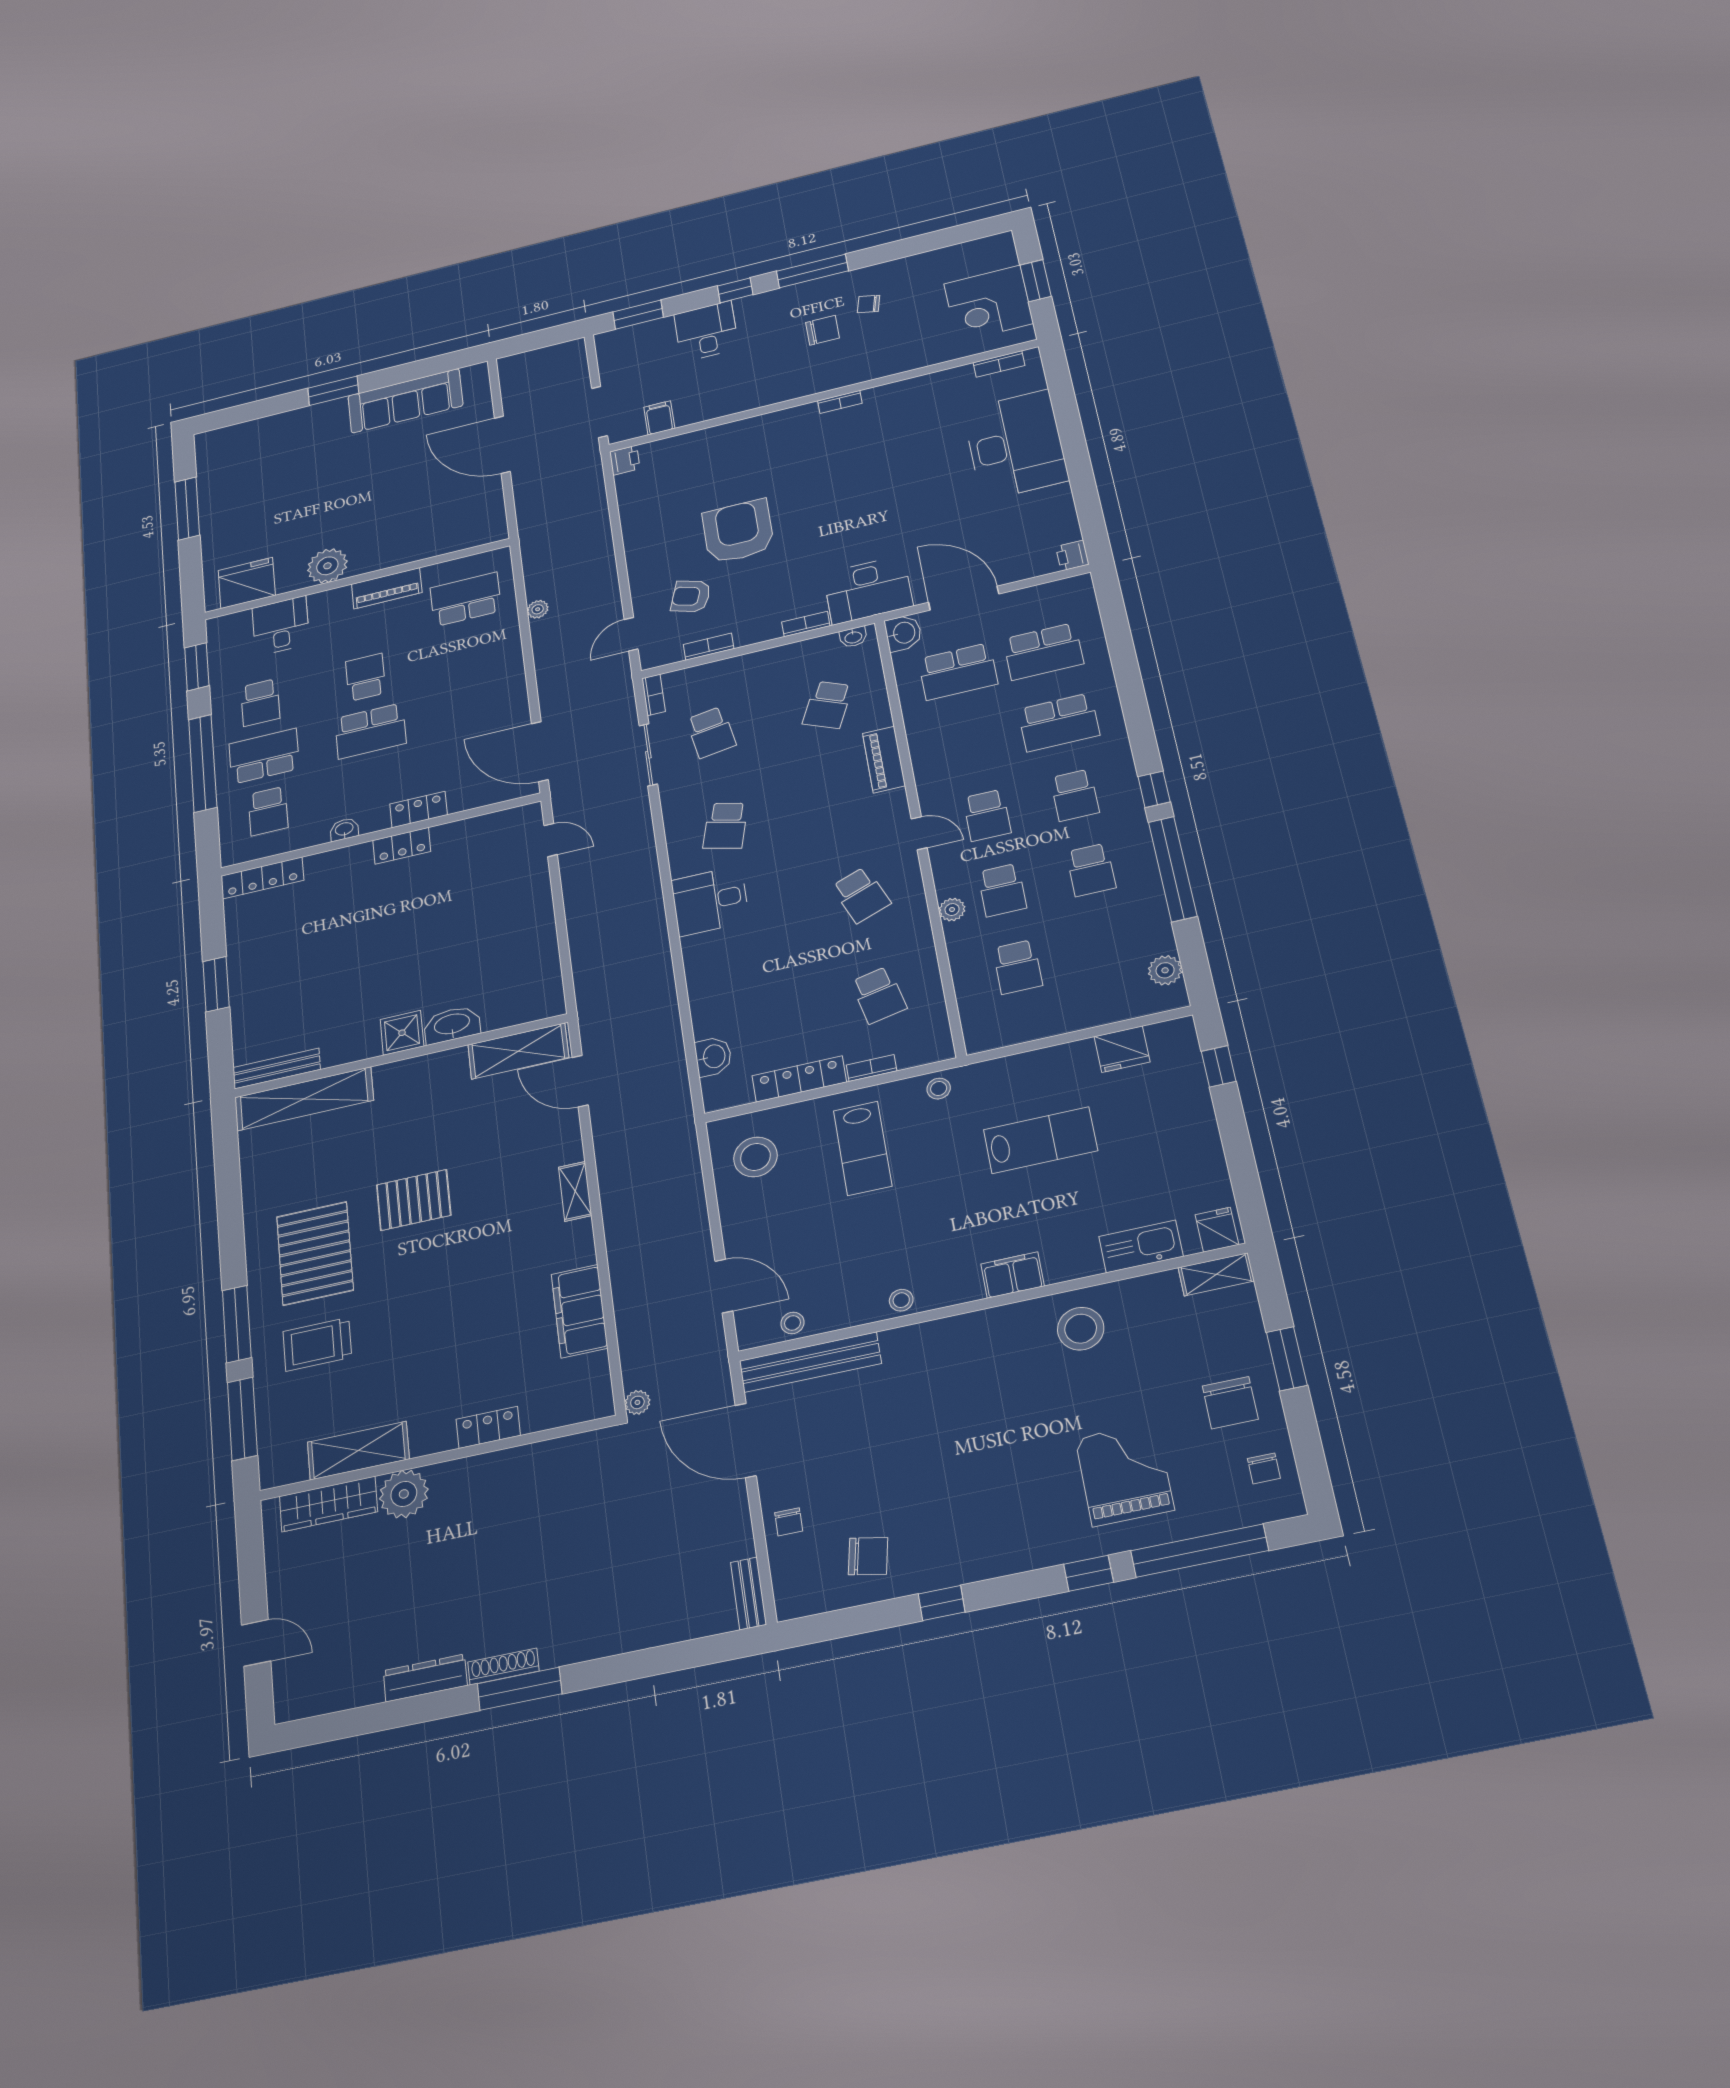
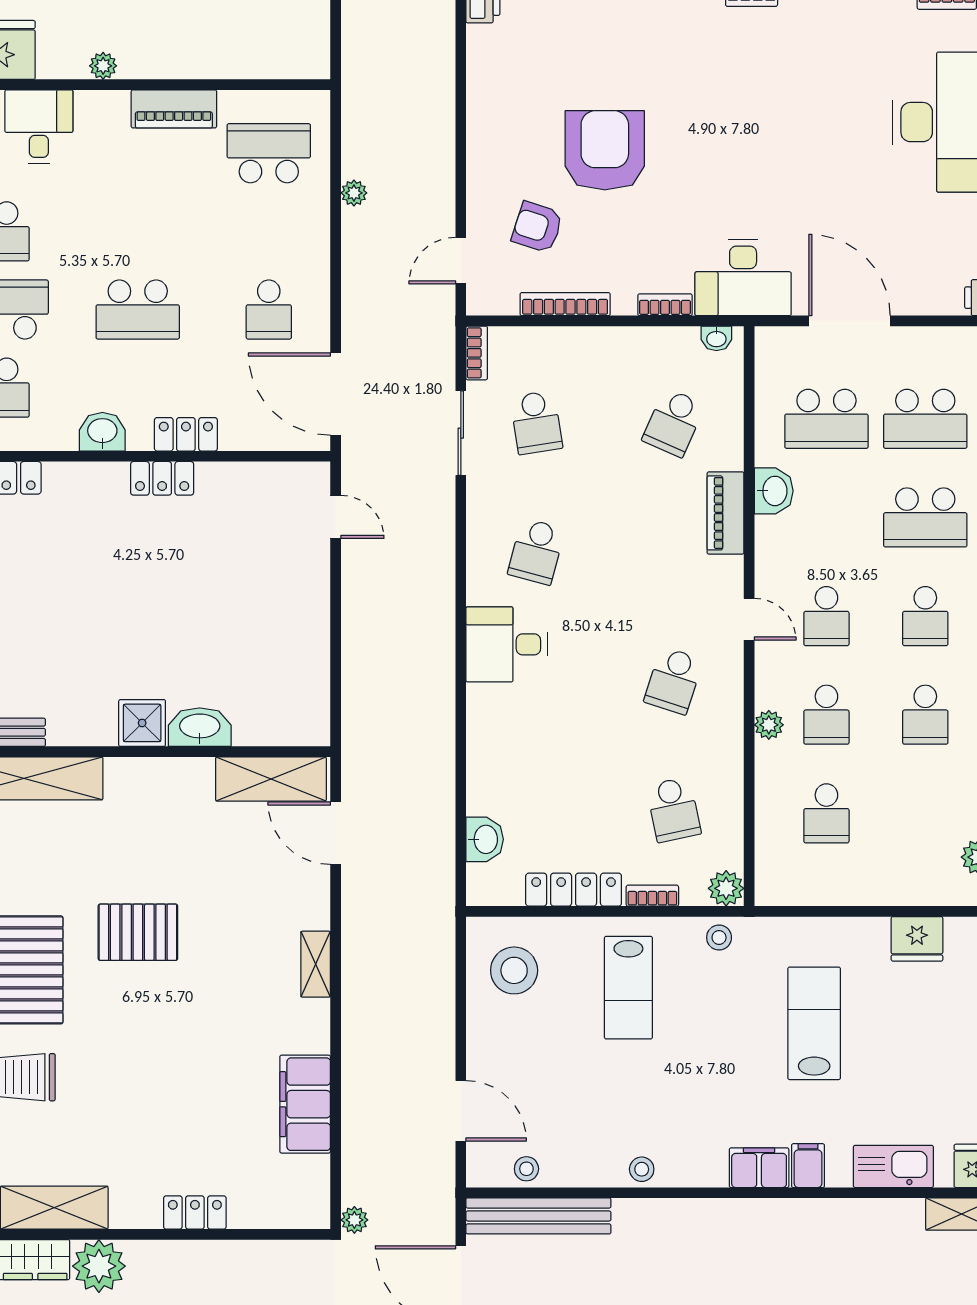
plant: (327, 566) -> (103, 66), width x0.53, depth x0.53
washbasin: (903, 633) -> (774, 491), moved
bookcase: (709, 647) -> (565, 304), width x1.56
school desk: (366, 677) -> (269, 310), moved, turned 180
washbasin: (344, 829) -> (102, 432), width x1.38, depth x1.45
school desk: (861, 895) -> (674, 681), turned 39
plant: (938, 1047) -> (726, 888), added
lab bench: (1040, 1140) -> (814, 1023), turned -90
filing cabinet: (1059, 1263) -> (808, 1166), added
stool: (1081, 1329) -> (817, 1242), removed

